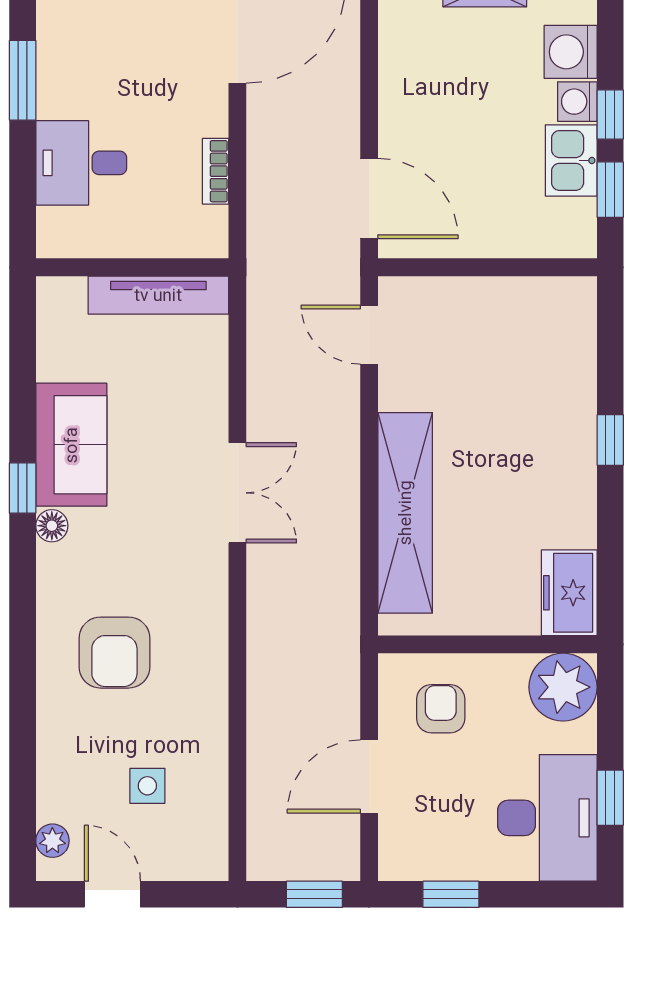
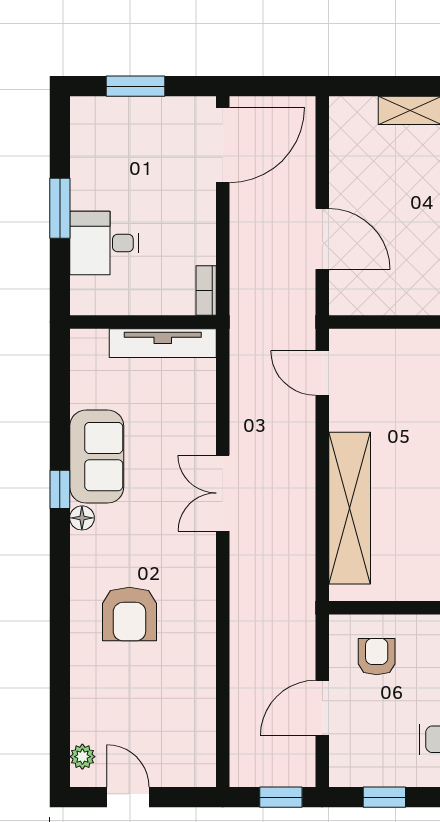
window: (23, 80) -> (60, 208), moved
bookcase: (216, 171) -> (206, 291), moved
door: (369, 199) -> (322, 239), moved
double door: (237, 493) -> (223, 493), swing flipped
side table: (147, 786) -> (154, 715), removed

